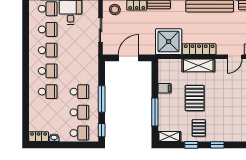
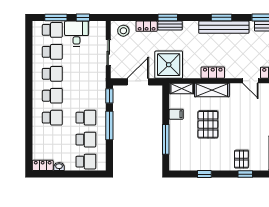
shower: (169, 42) -> (169, 65), moved
locker: (199, 49) -> (213, 73), width x0.66
door: (235, 57) -> (250, 81), hinge flipped
pallet: (199, 128) -> (241, 159), moved
window: (102, 130) -> (109, 96), moved
shelving: (169, 136) -> (182, 88), moved
window: (217, 145) -> (245, 174), moved

